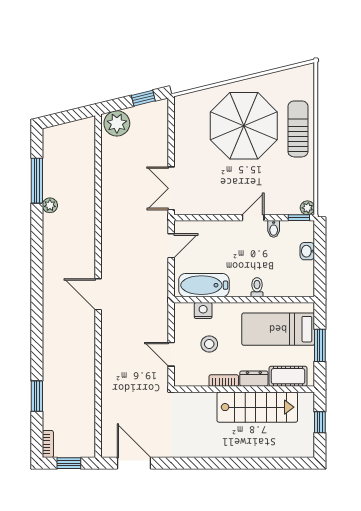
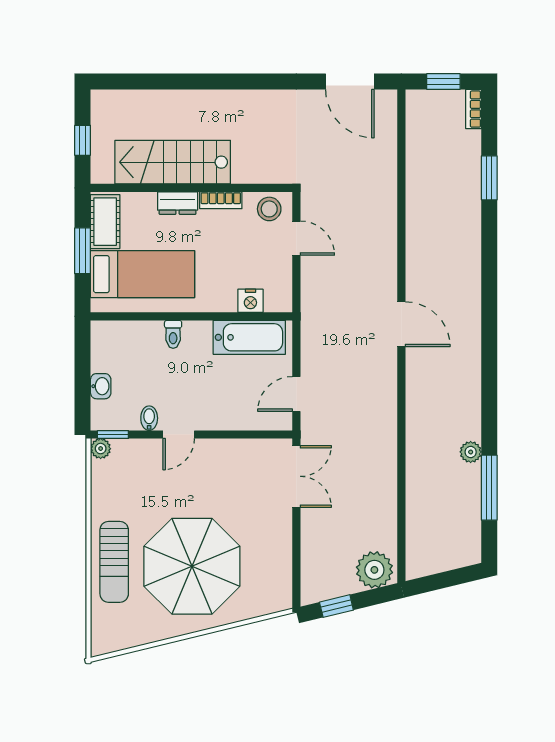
stool: (209, 344) -> (269, 209), moved
cot: (288, 376) -> (105, 222), moved, turned 90

